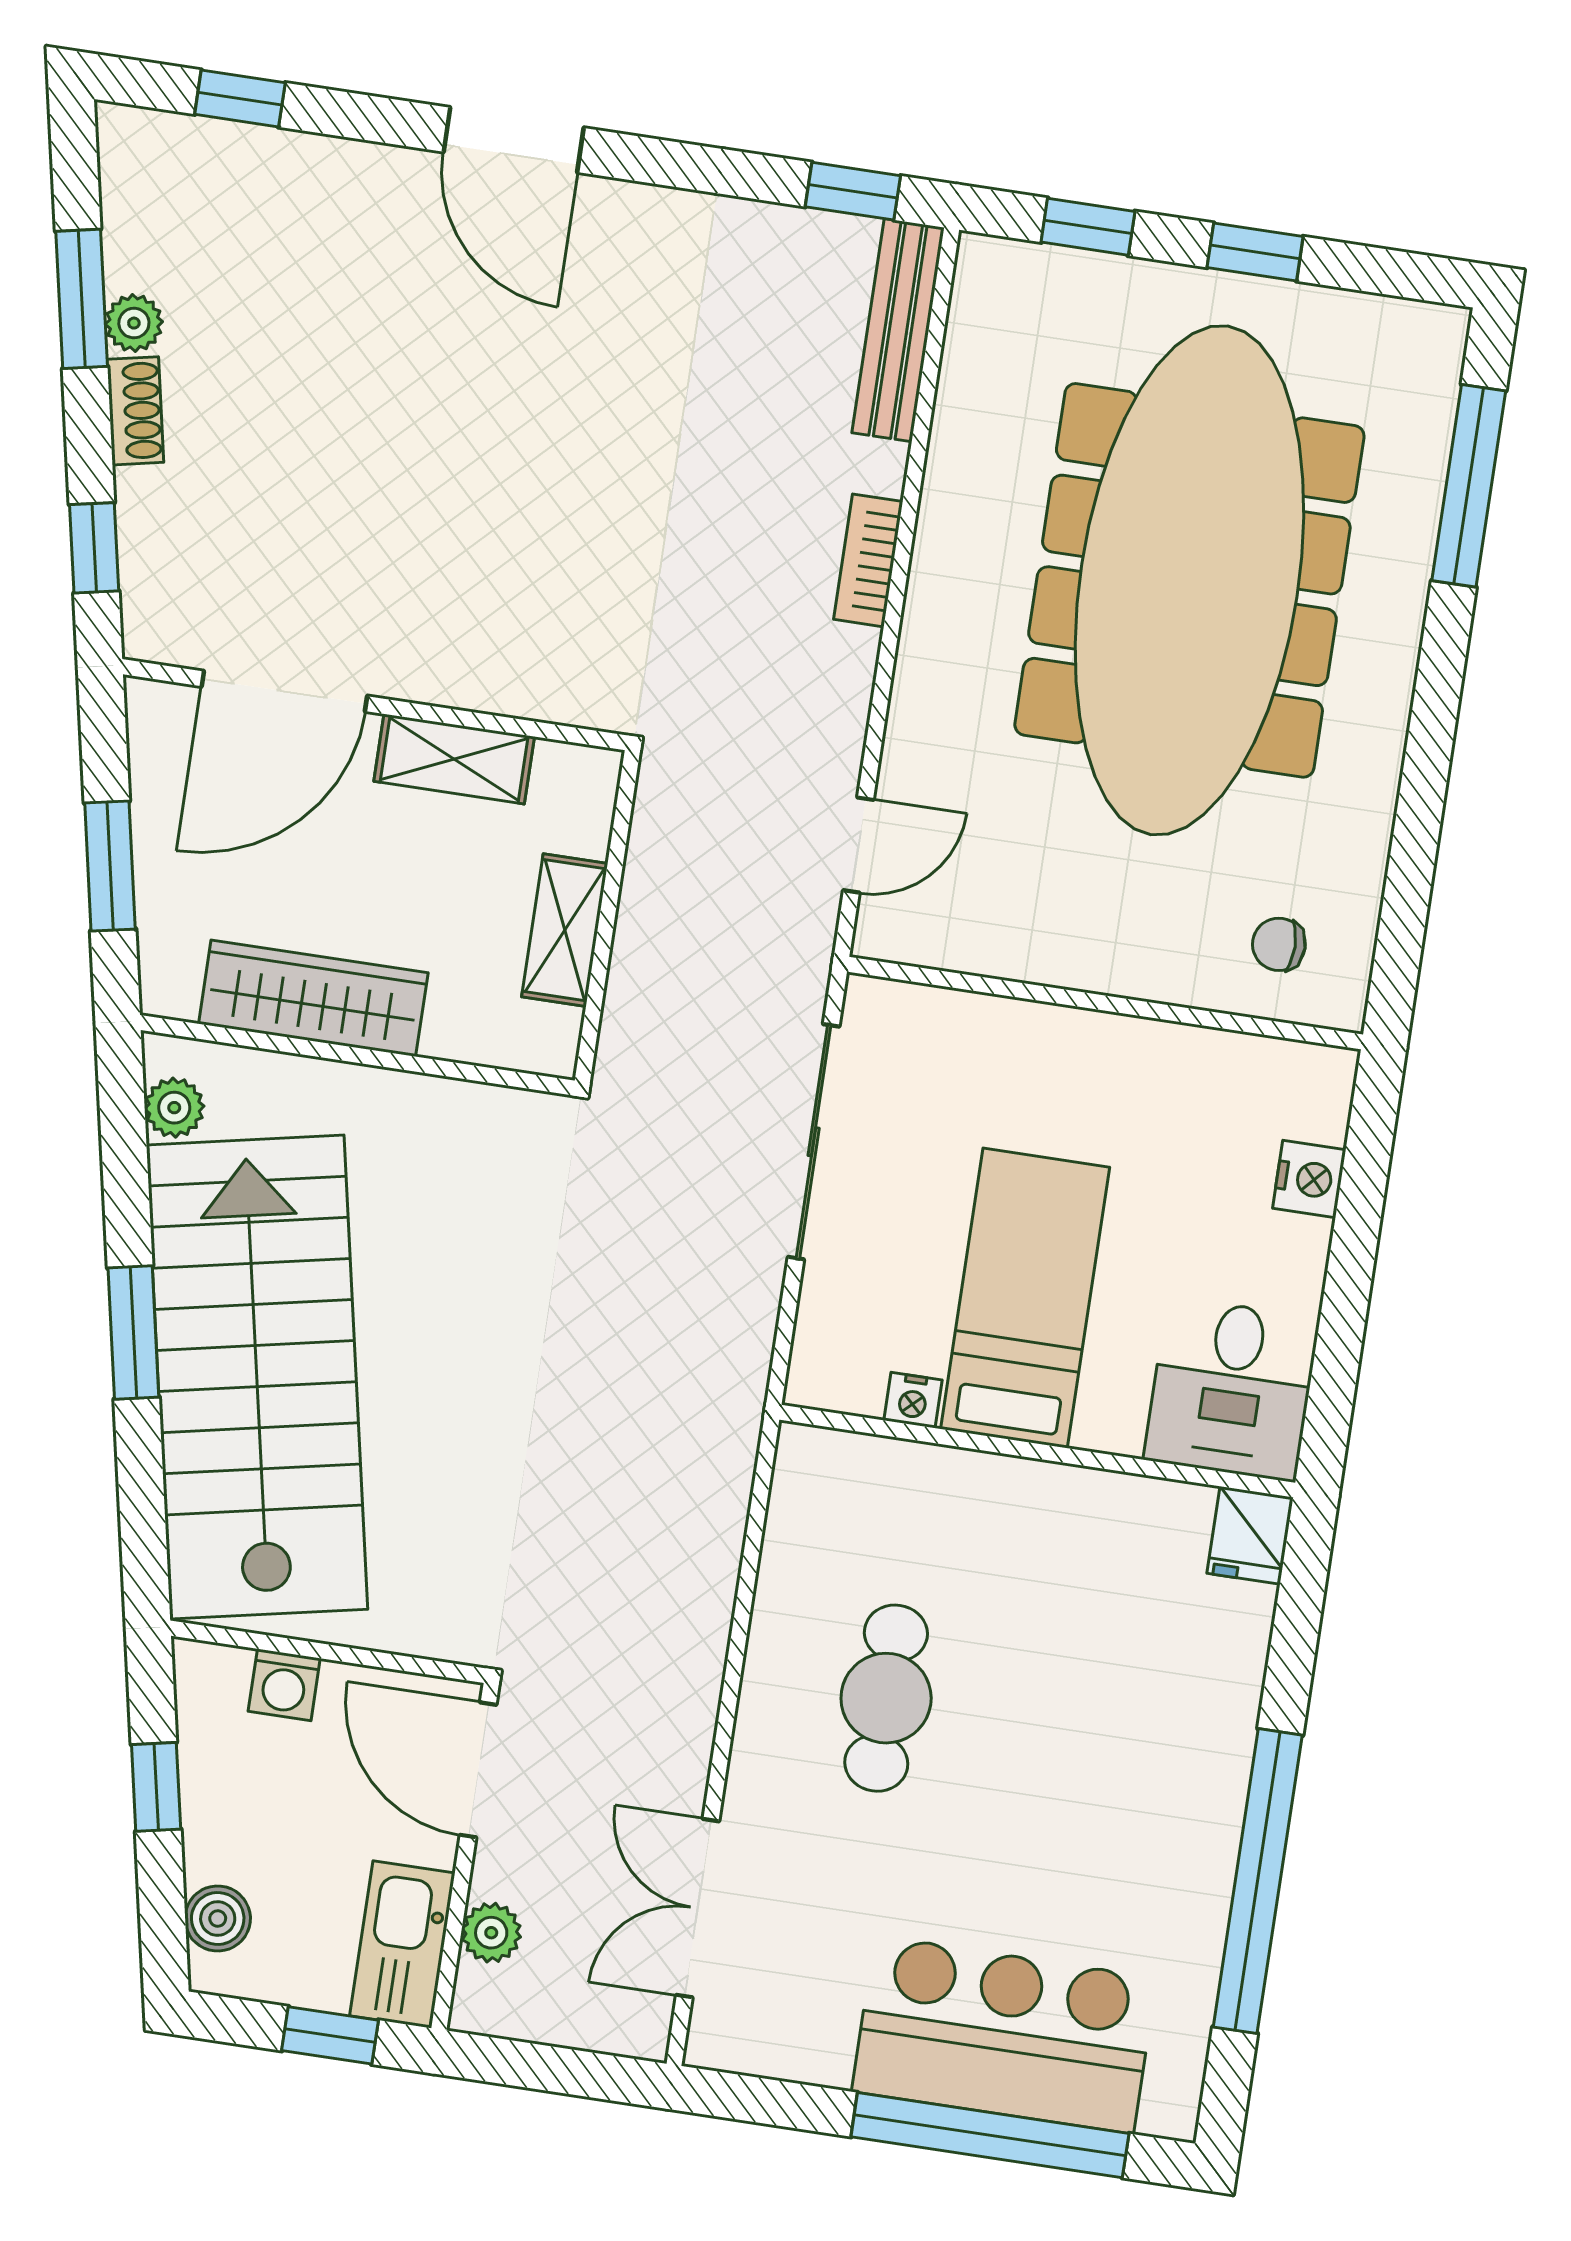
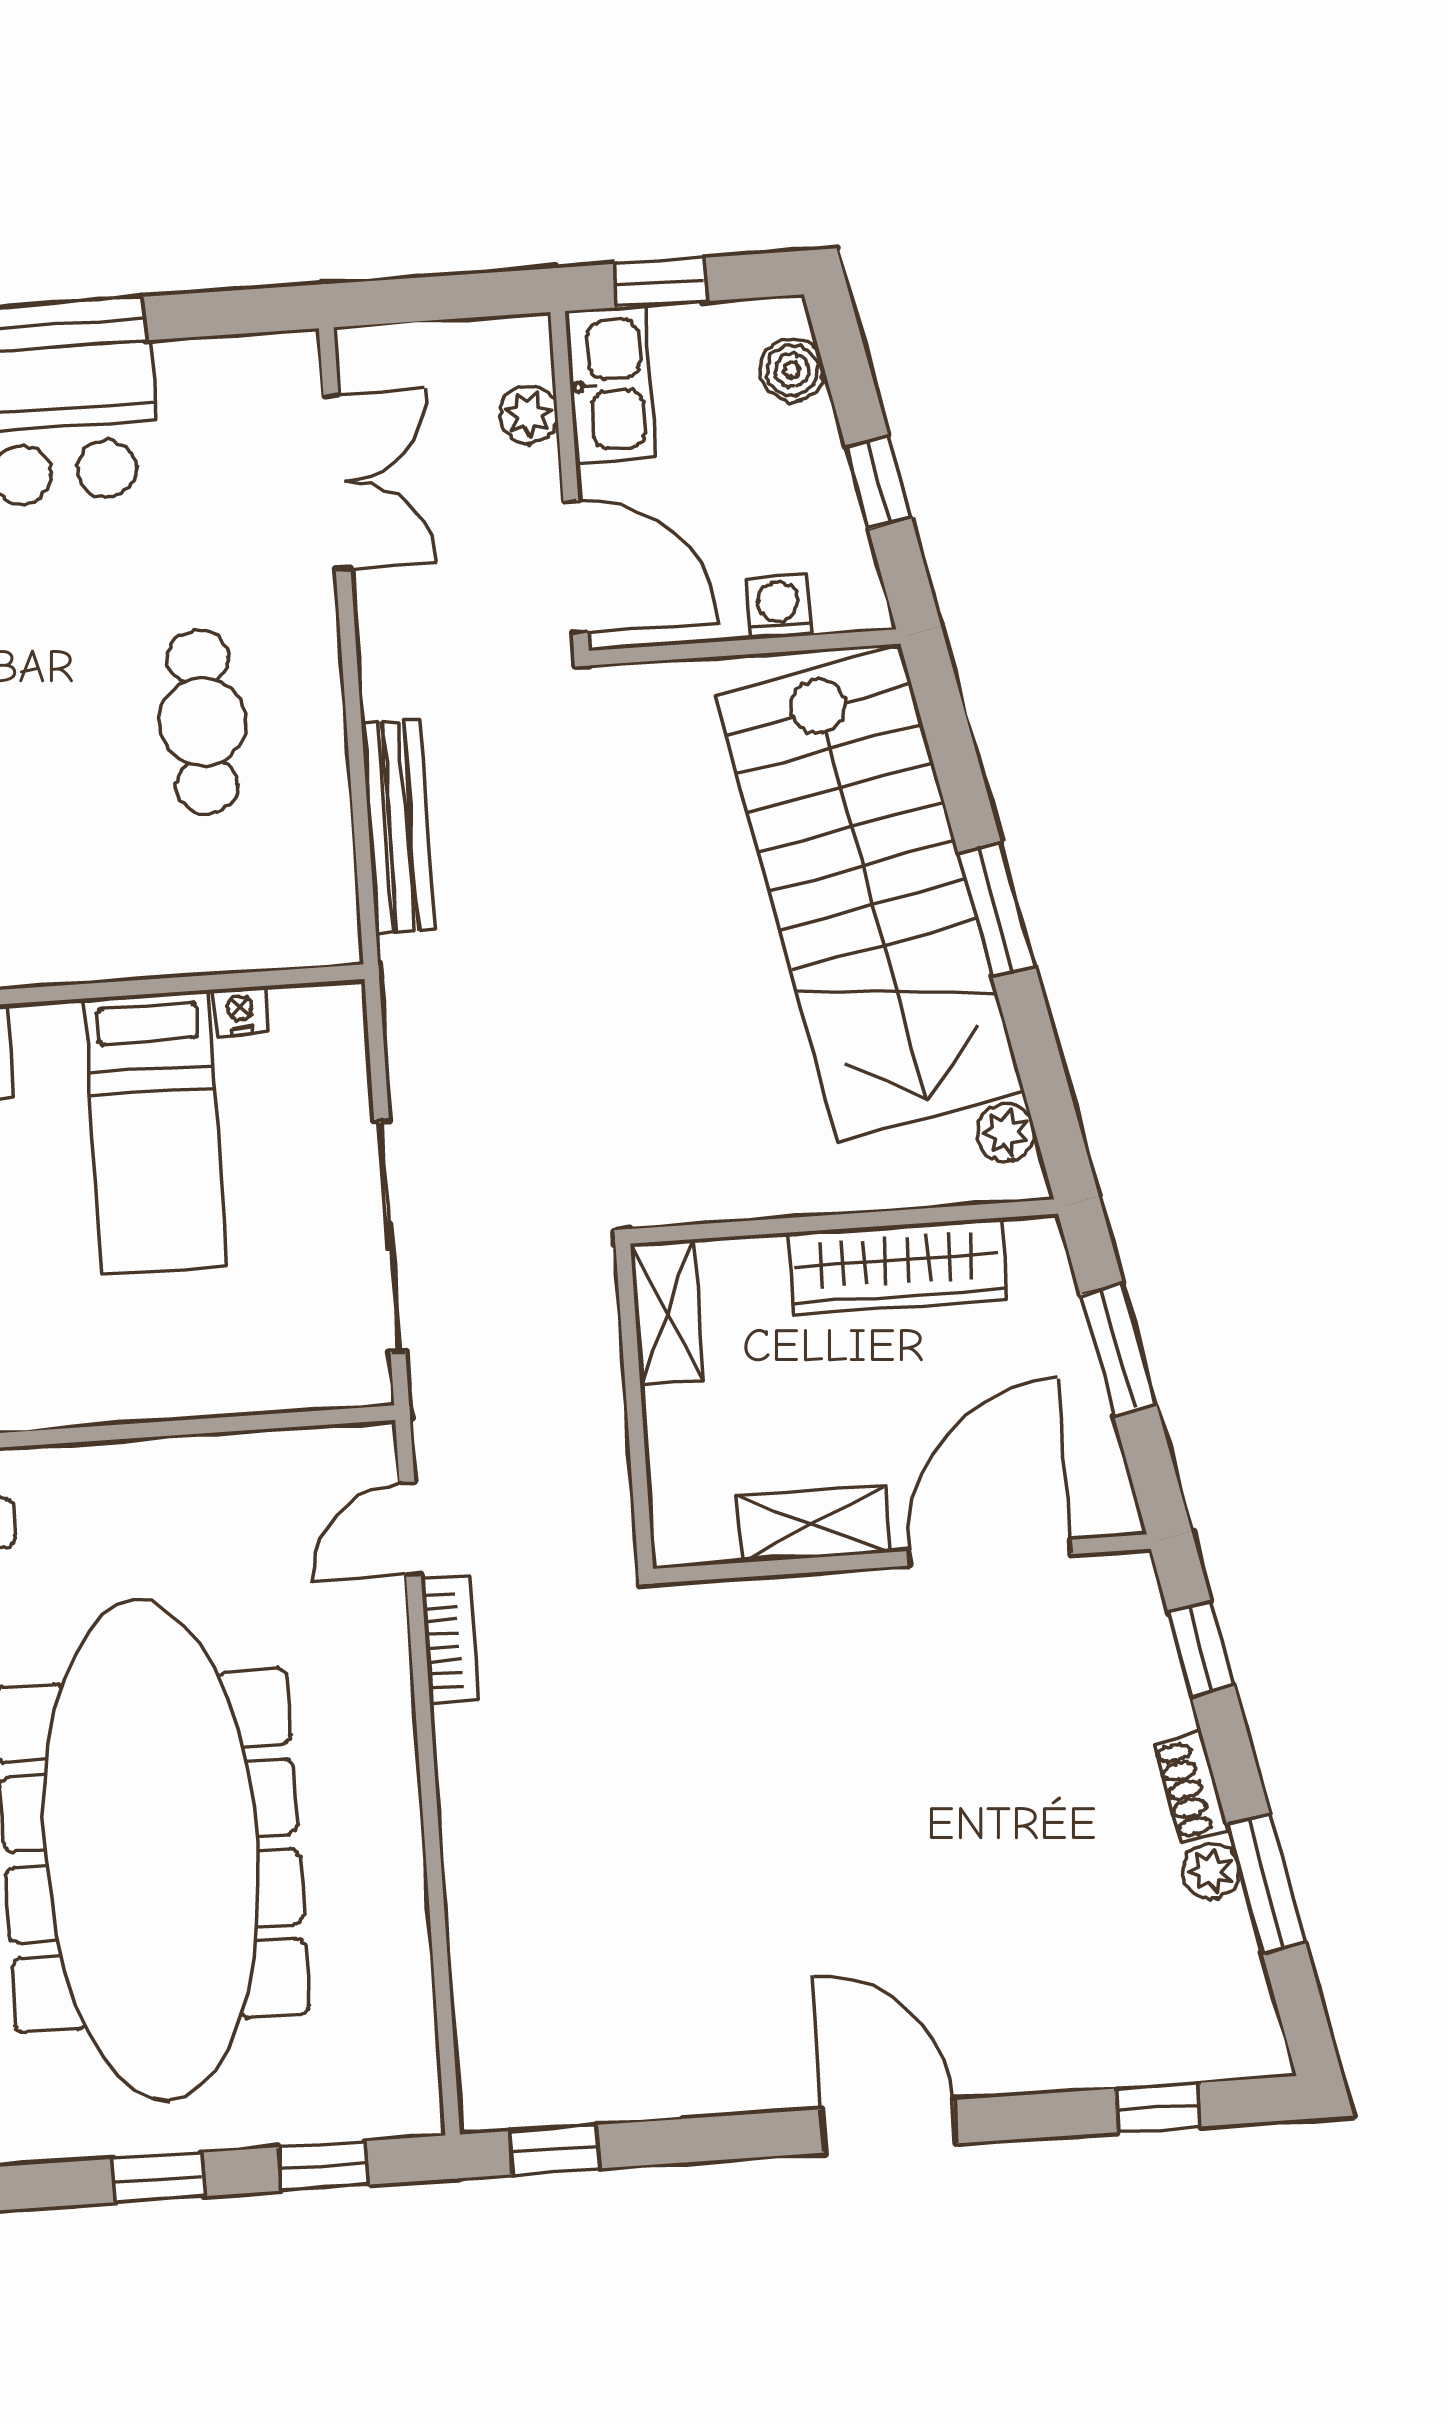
bench: (898, 330) -> (398, 826), moved
bookcase: (868, 560) -> (450, 1640), moved
shelving: (565, 930) -> (667, 1312), moved

